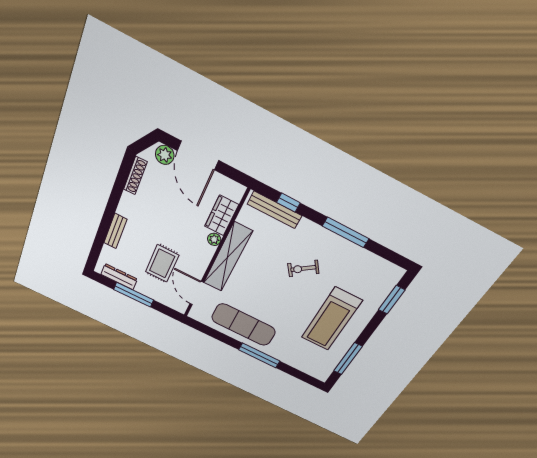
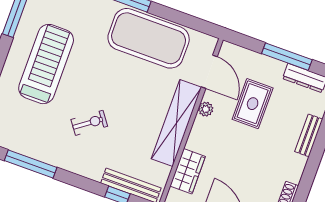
window: (346, 232) -> (31, 164), moved
plant: (214, 239) -> (206, 109), moved
exercise mat: (243, 325) -> (149, 38), width x1.47

